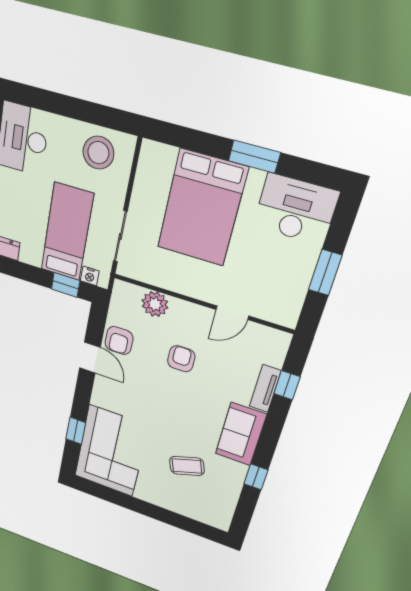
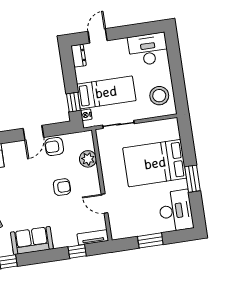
tv unit: (265, 389) -> (93, 237), moved

